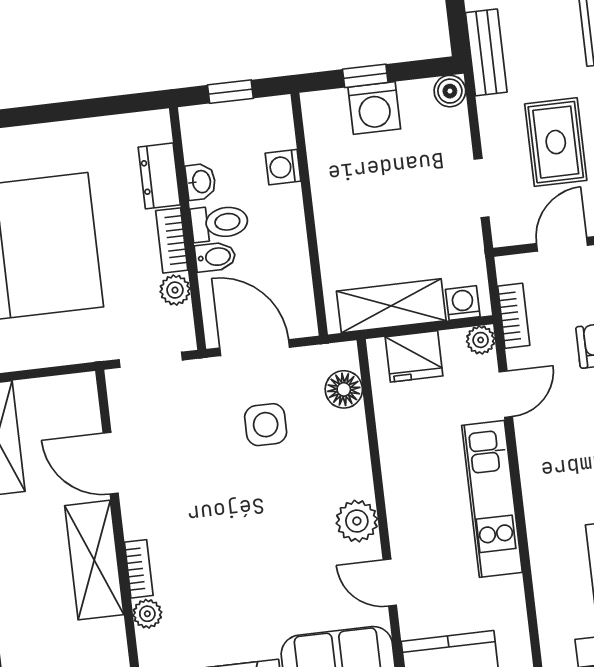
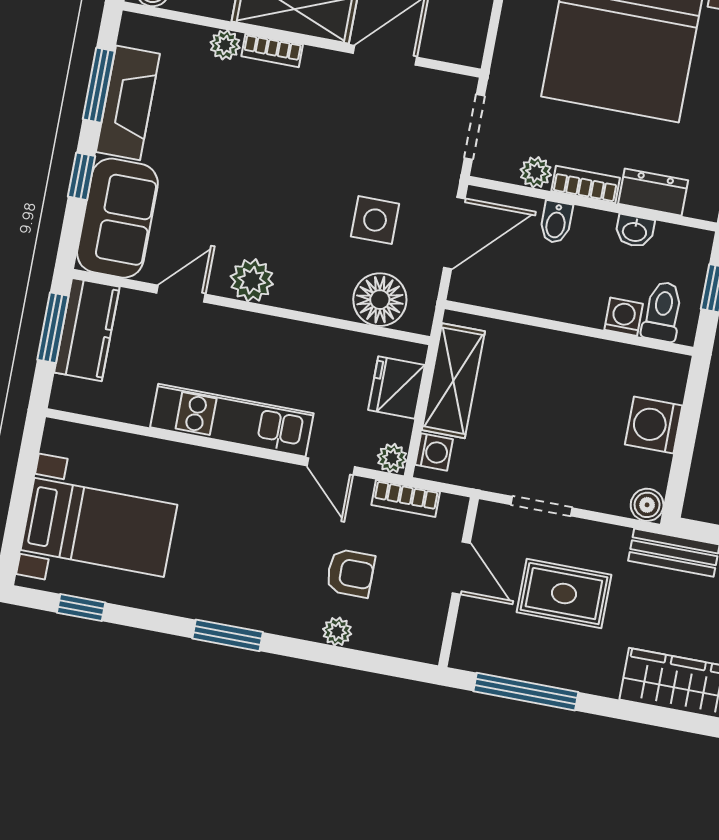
window: (365, 76) -> (688, 426), removed
toilet: (220, 223) -> (662, 311), moved, turned 180
floor lamp: (344, 389) -> (380, 300), width x1.38, depth x1.38

